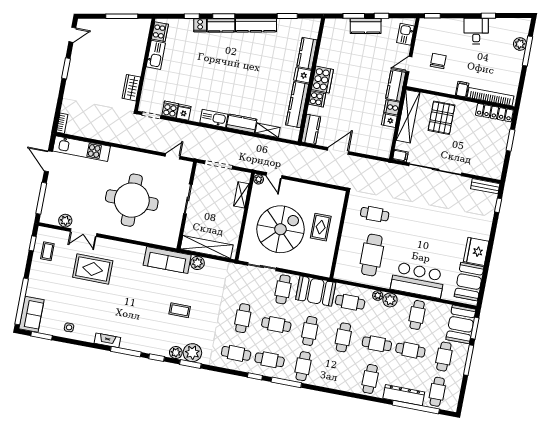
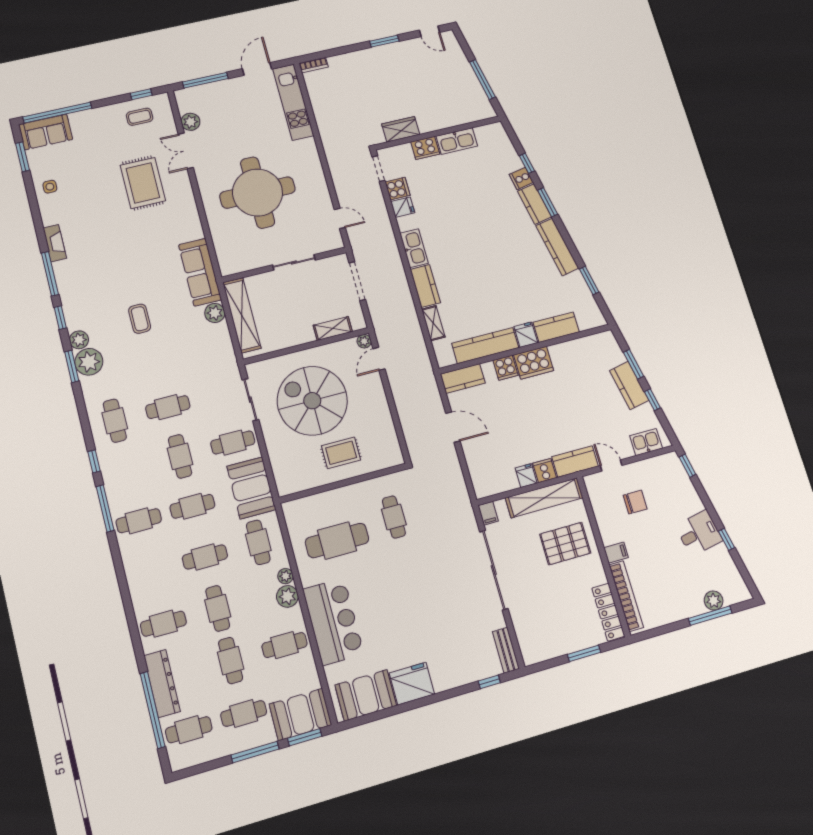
cooker: (160, 32) -> (425, 148), moved
spiral stairs: (280, 229) -> (312, 401), turned 180
cafe table: (270, 360) -> (127, 470), removed

